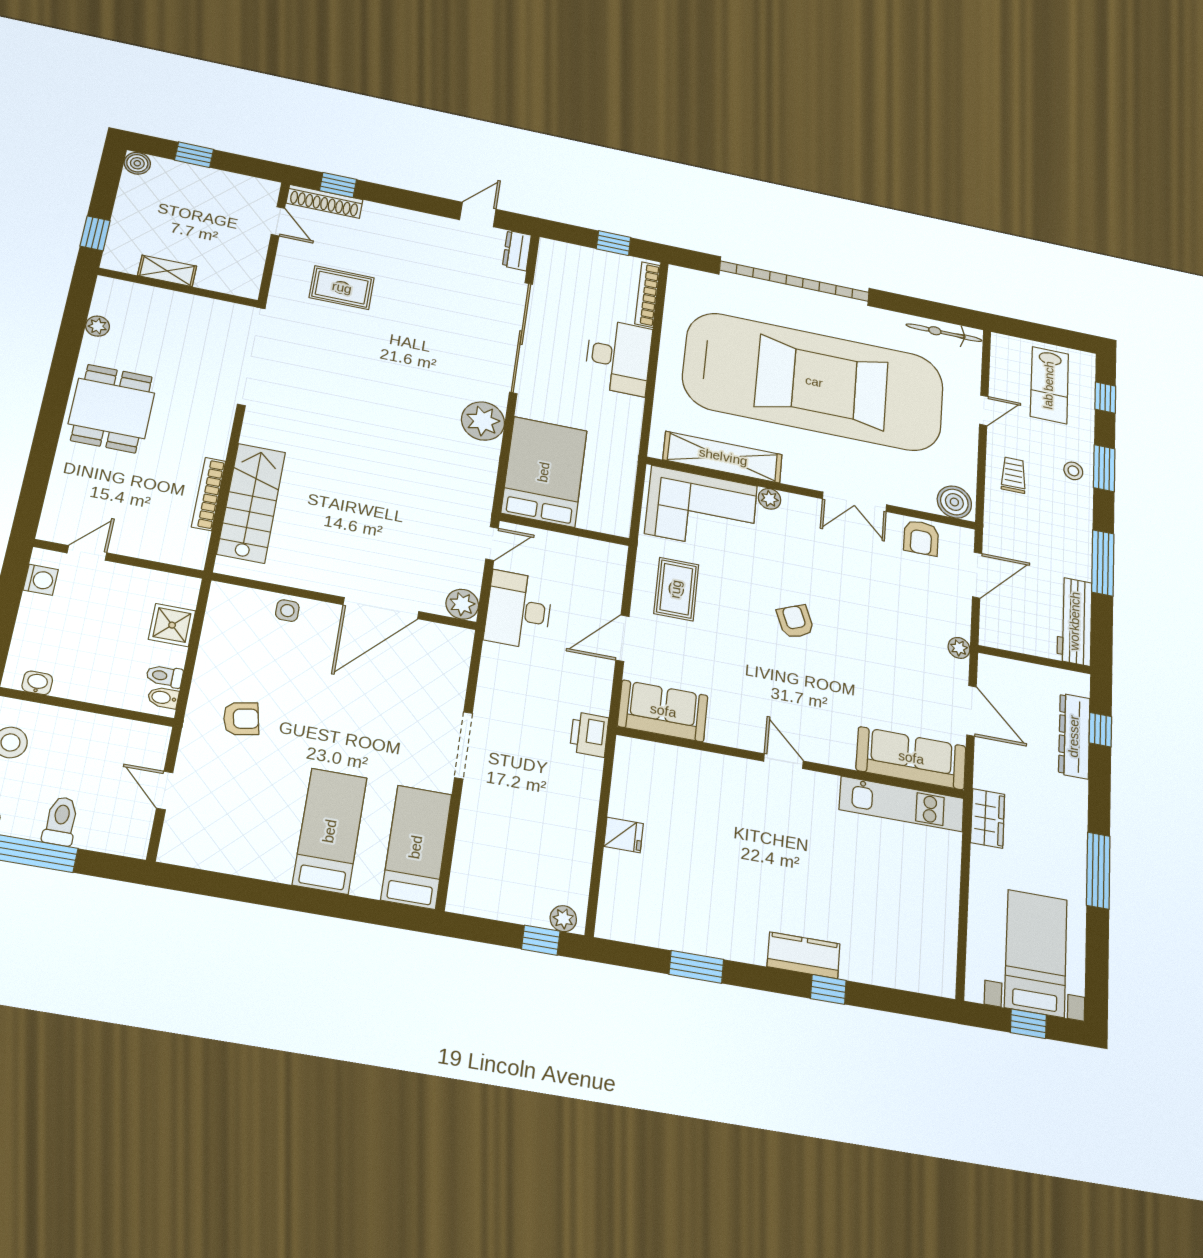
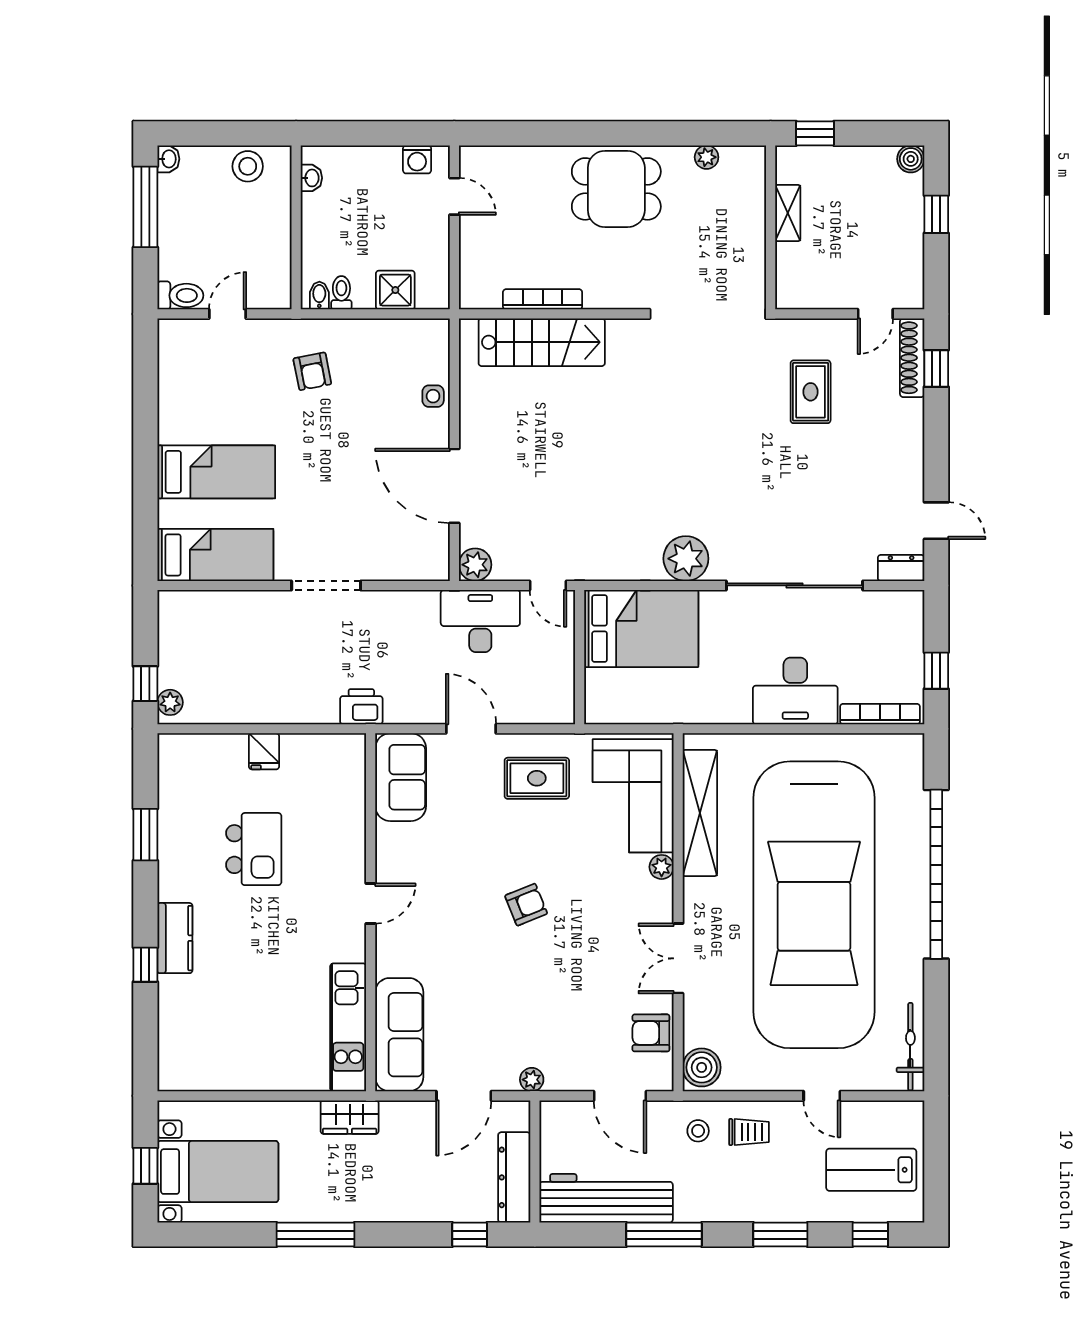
stool: (1073, 471) -> (698, 1131), moved
workbench: (1075, 621) -> (606, 1198), width x1.36, depth x1.32
dresser: (1074, 736) -> (514, 1177), moved, turned -90
toilet: (61, 821) -> (180, 295), moved
kitchen island: (721, 862) -> (254, 849), added

